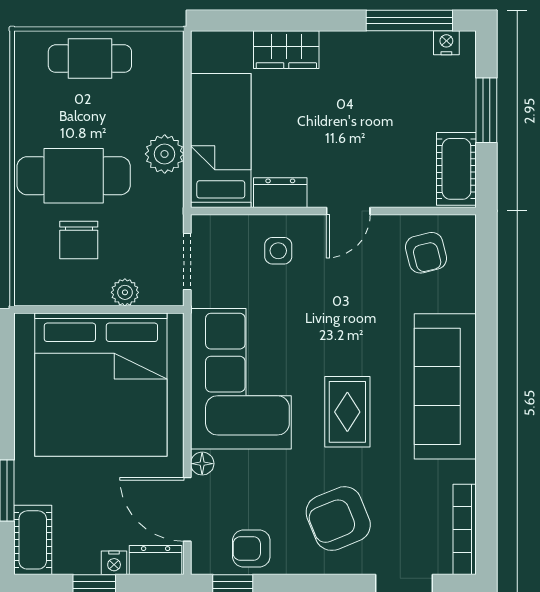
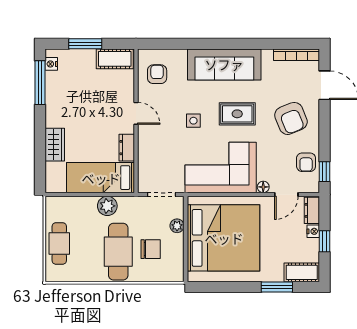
side table: (278, 251) -> (193, 121), moved
armchair: (426, 253) -> (157, 74), turned -76
door: (187, 509) -> (286, 194), width x0.73

